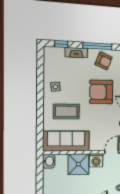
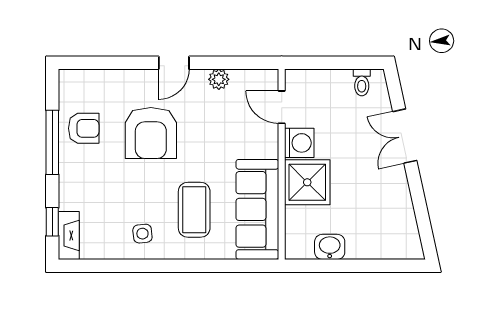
fireplace: (76, 53) -> (69, 236), moved
armchair: (104, 61) -> (84, 128), turned 68
washbasin: (49, 161) -> (330, 247), moved

